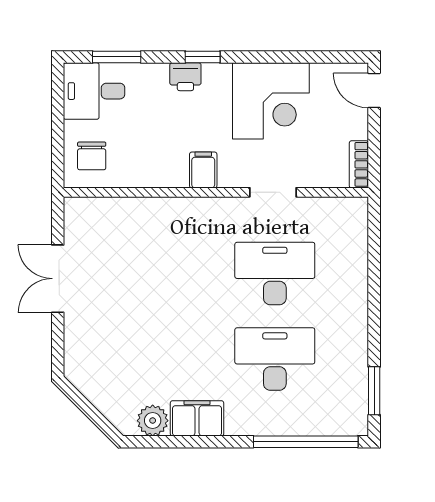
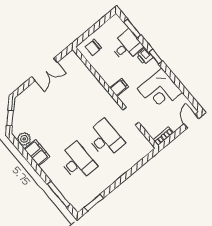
desk: (94, 91) -> (127, 46), moved, turned 90
double door: (58, 279) -> (44, 70), swing flipped
window: (93, 414) -> (10, 118), added
window: (306, 442) -> (59, 194), width x0.68

